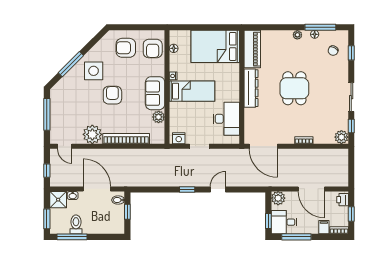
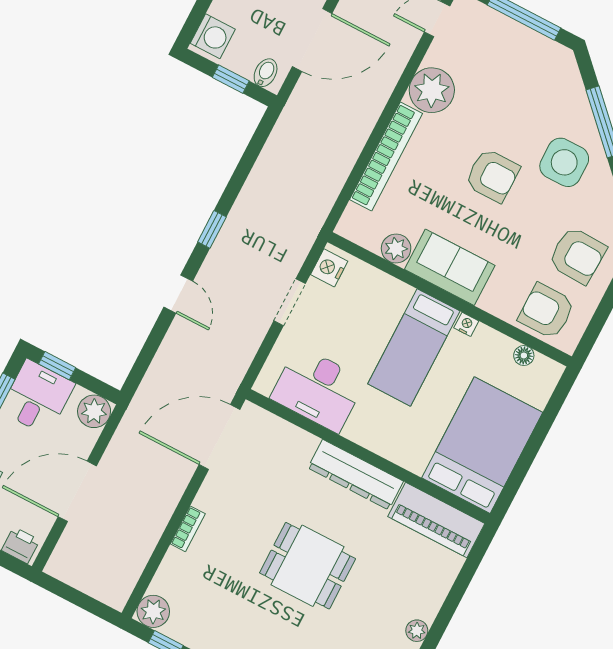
armchair: (126, 48) -> (577, 255), turned 92
washing machine: (115, 227) -> (213, 36), added

